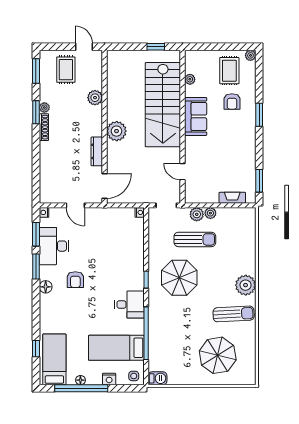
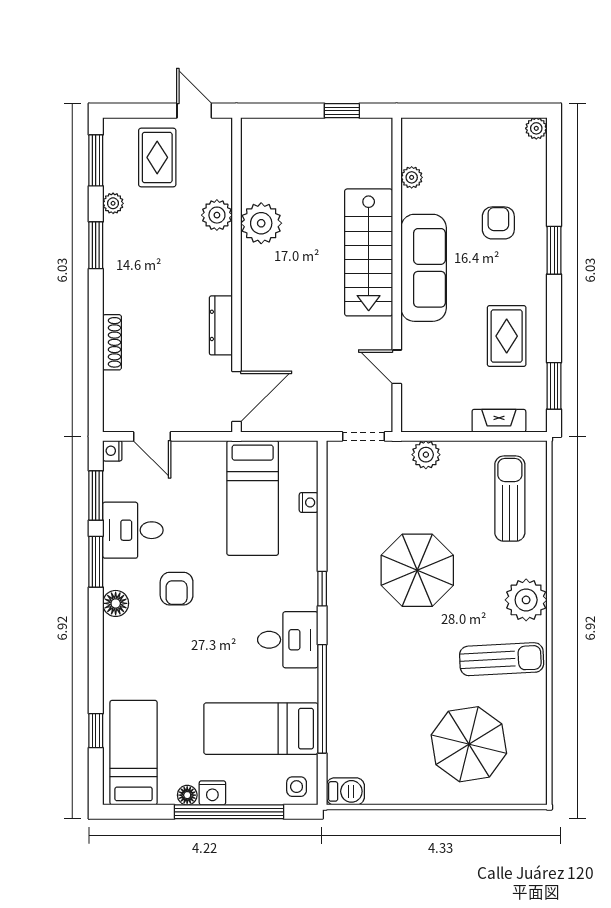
rug: (229, 71) -> (507, 336), moved
armchair: (232, 101) -> (498, 223), turned 180
stairs: (163, 105) -> (369, 252), width x0.73, depth x0.66
plant: (44, 108) -> (113, 203), moved
sofa: (196, 116) -> (424, 268), width x1.36
shoe rack: (44, 127) -> (112, 342), moved
plant: (117, 131) -> (261, 223), moved
door: (75, 205) -> (152, 436), moved
nightstand: (140, 212) -> (309, 502), moved
plant: (210, 213) -> (454, 452), removed
bed: (112, 235) -> (253, 498), added
sun lounger: (195, 239) -> (510, 499), moved, turned -90
desk: (54, 246) -> (133, 530), width x0.73
parasol: (179, 278) -> (417, 570), moved
nightstand: (109, 379) -> (212, 793), moved
window: (81, 388) -> (229, 812), moved

